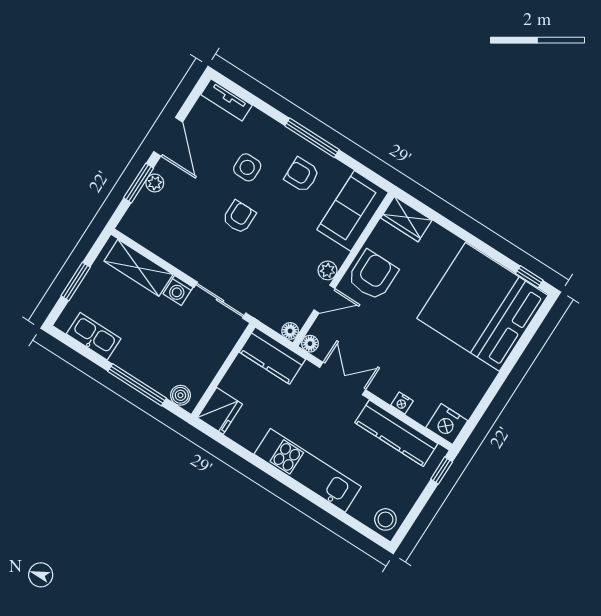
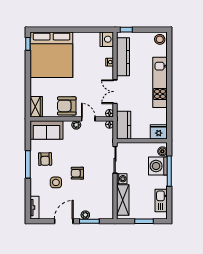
washing machine: (159, 370) -> (158, 166), added

